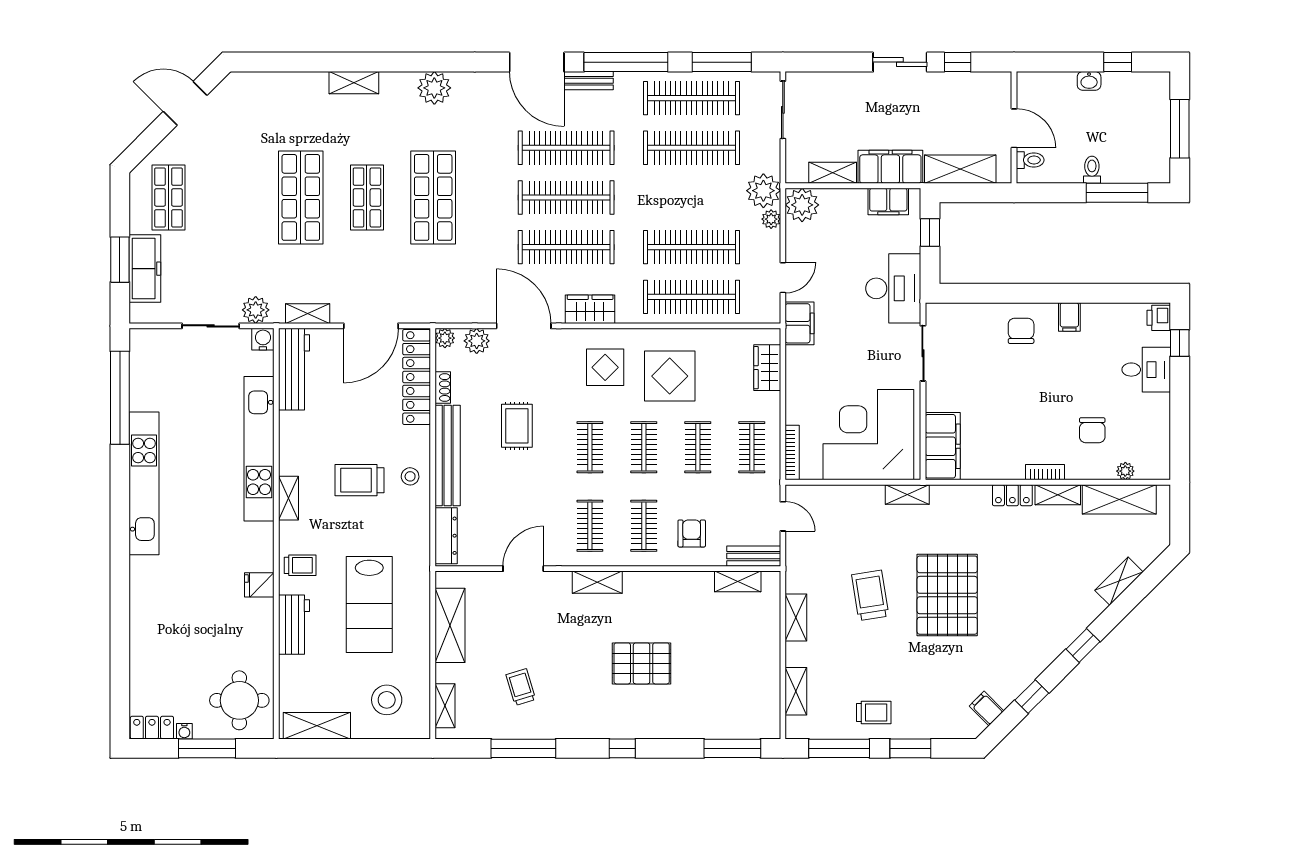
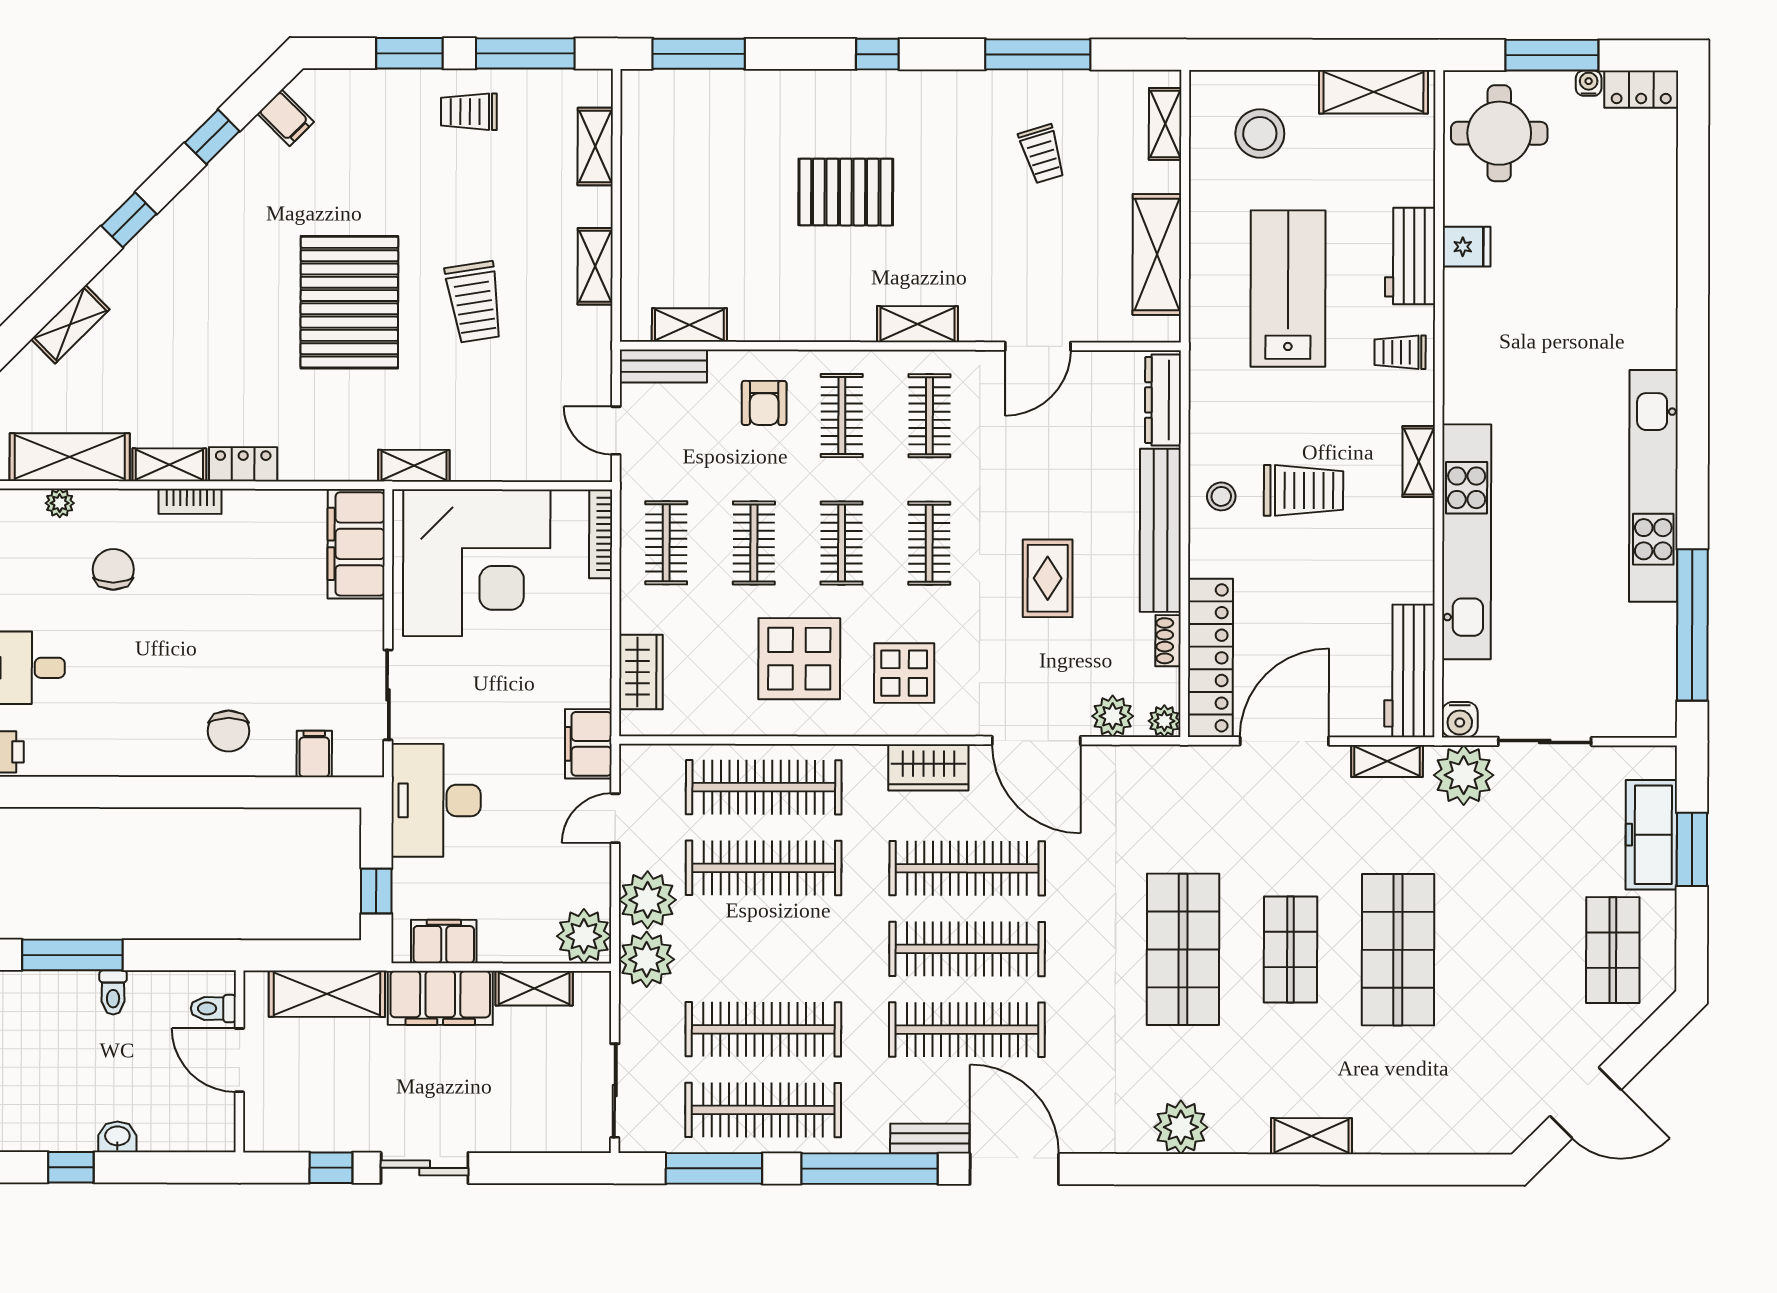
plant: (771, 219) -> (648, 900), width x1.88, depth x1.88
plant: (256, 310) -> (1464, 775), width x1.36, depth x1.36
filing cabinet: (1069, 317) -> (314, 754), moved
fridge: (259, 585) -> (1467, 247), moved

